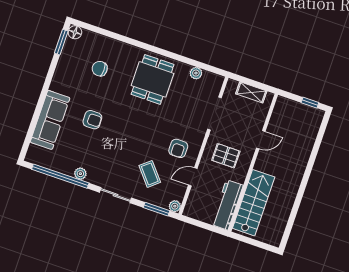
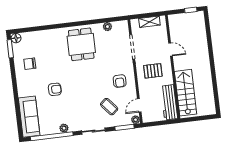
chair: (100, 69) -> (30, 64), moved
sofa: (50, 120) -> (29, 117), moved
door: (261, 140) -> (171, 49), hinge flipped
door: (193, 177) -> (139, 105), moved

